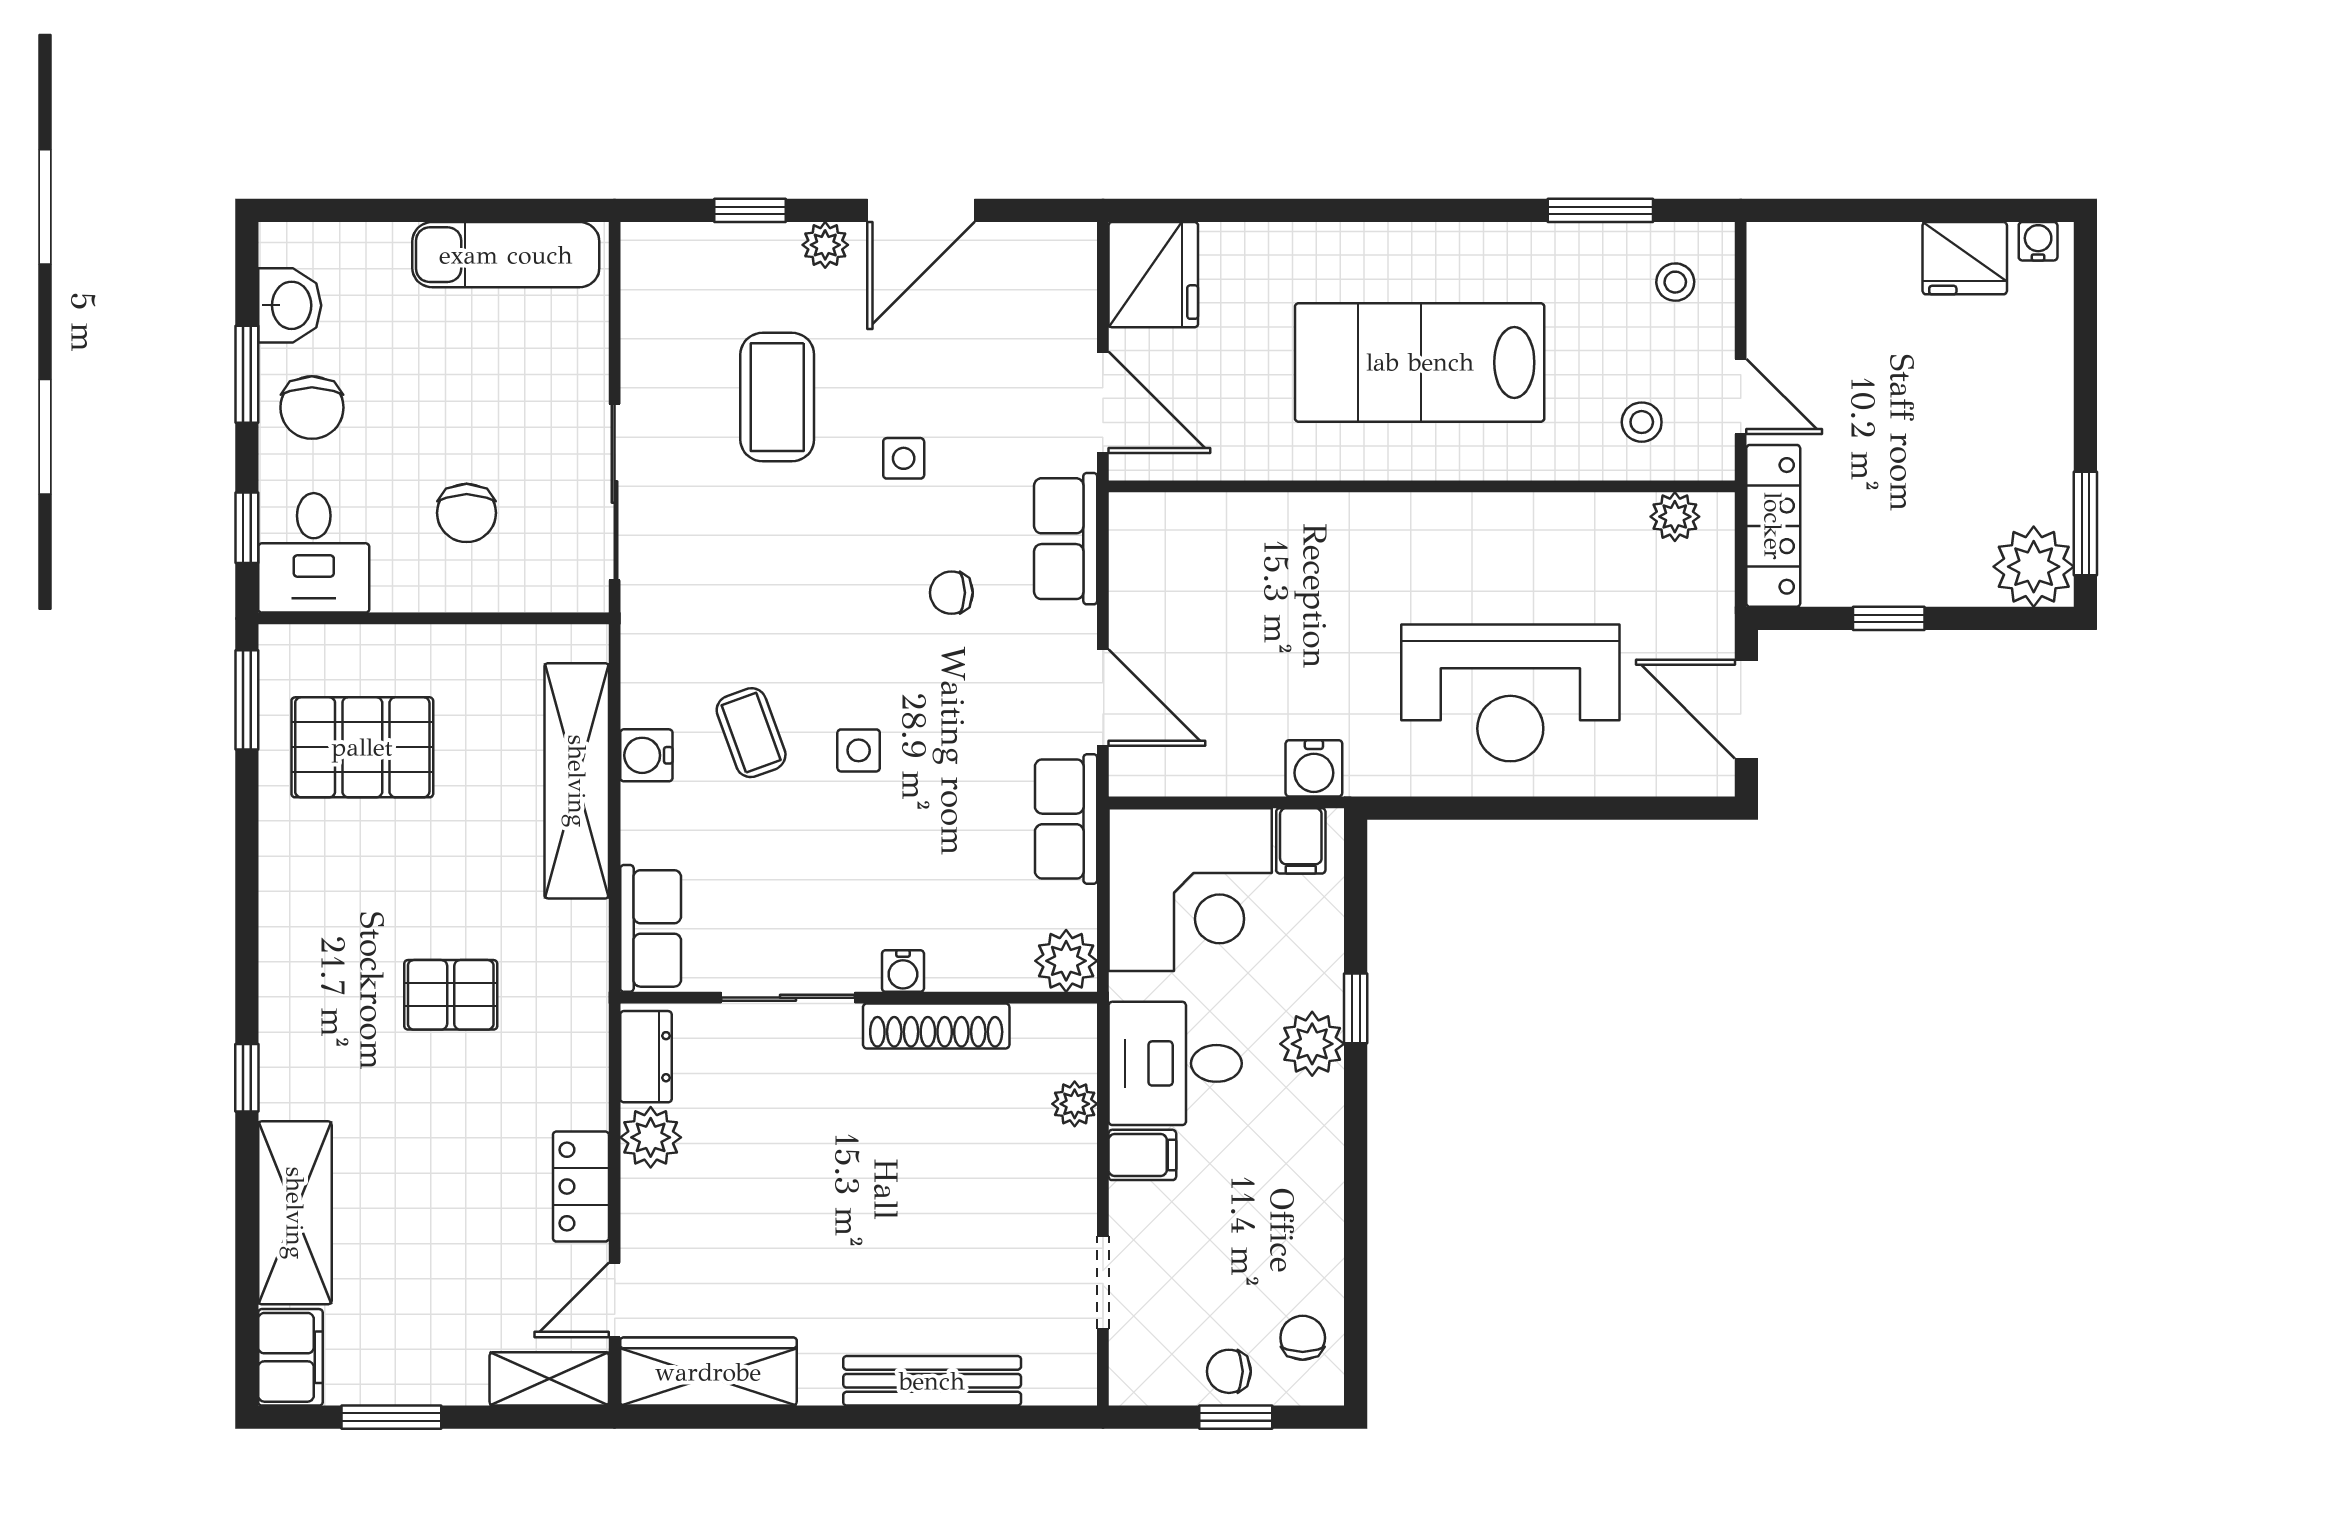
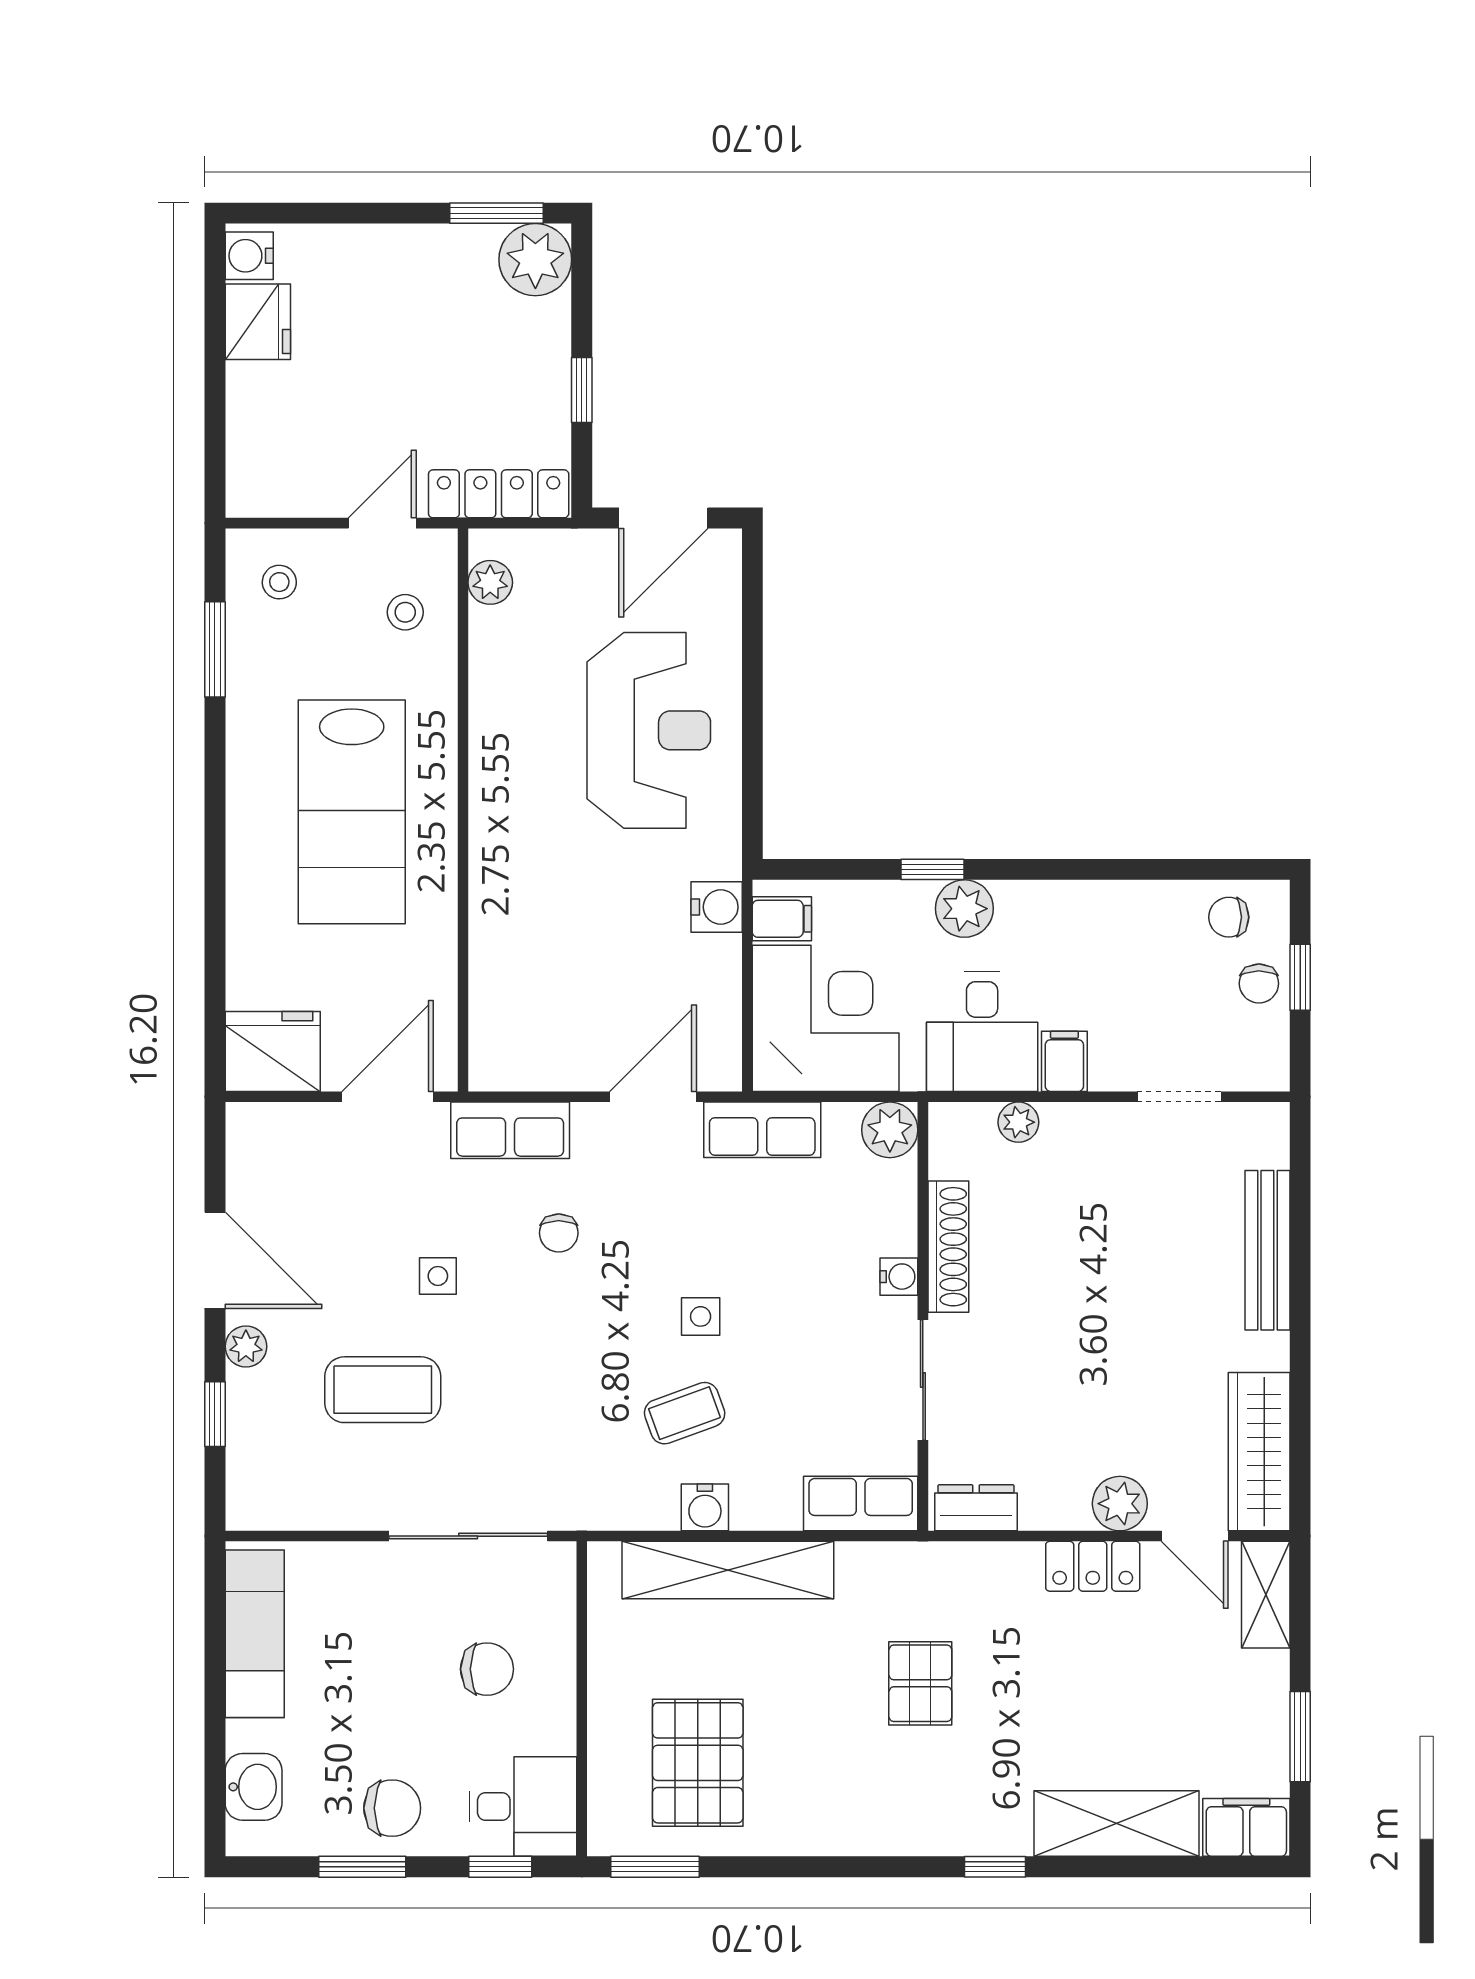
water cooler: (2038, 241) -> (249, 256), width x1.38, depth x1.38
washbasin: (290, 305) -> (254, 1787), moved, turned 90
plant: (651, 1137) -> (1120, 1504), moved

